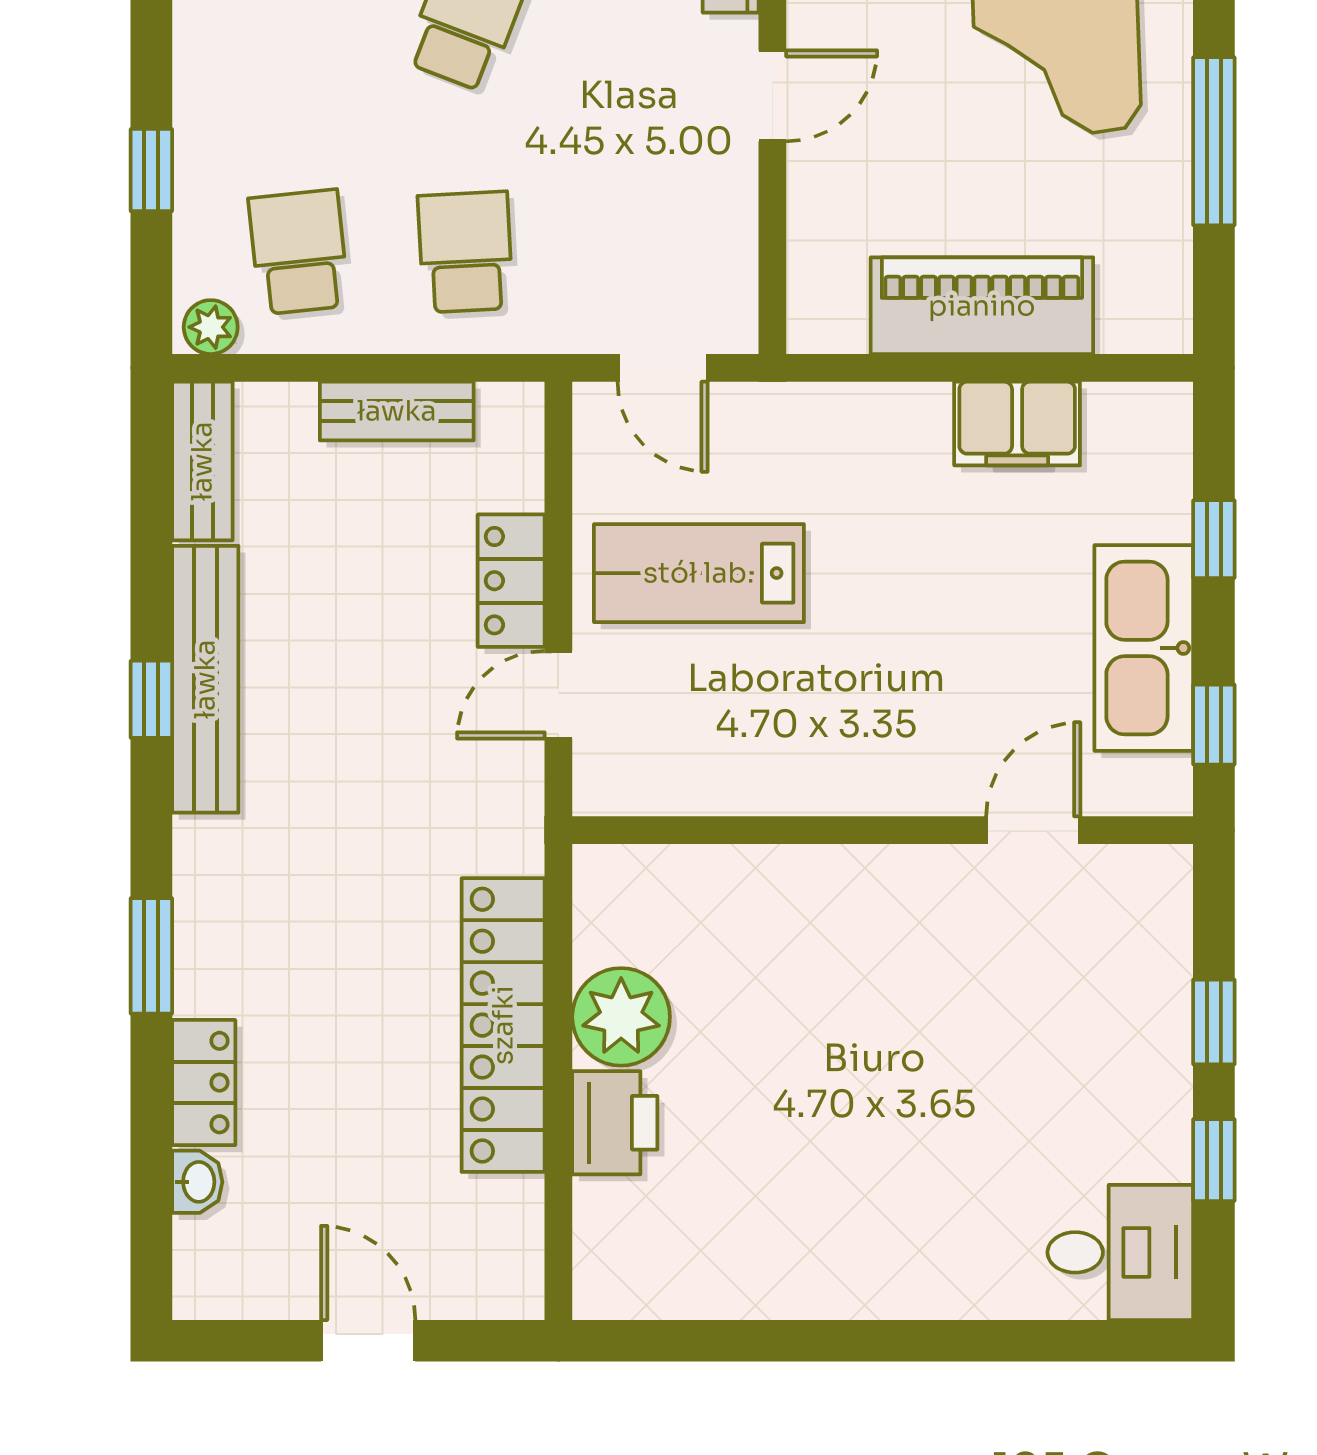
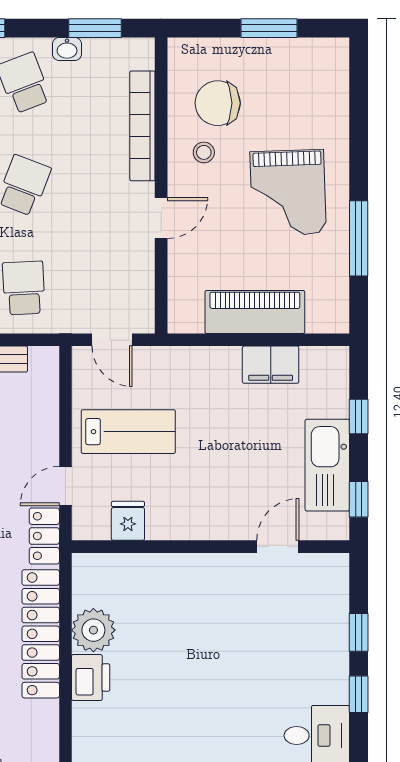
lab bench: (699, 573) -> (128, 432), turned 180
locker: (511, 581) -> (44, 536), moved
fridge: (698, 773) -> (128, 521), added

